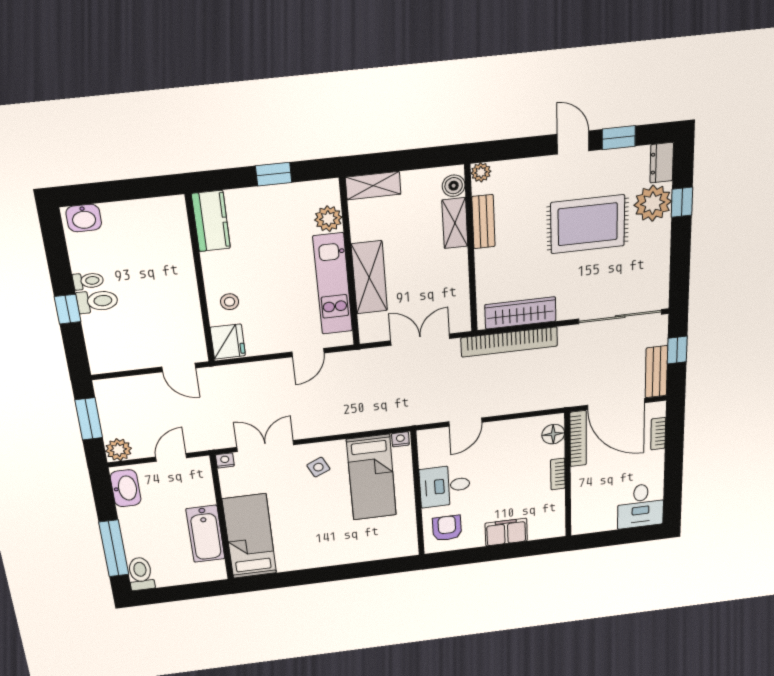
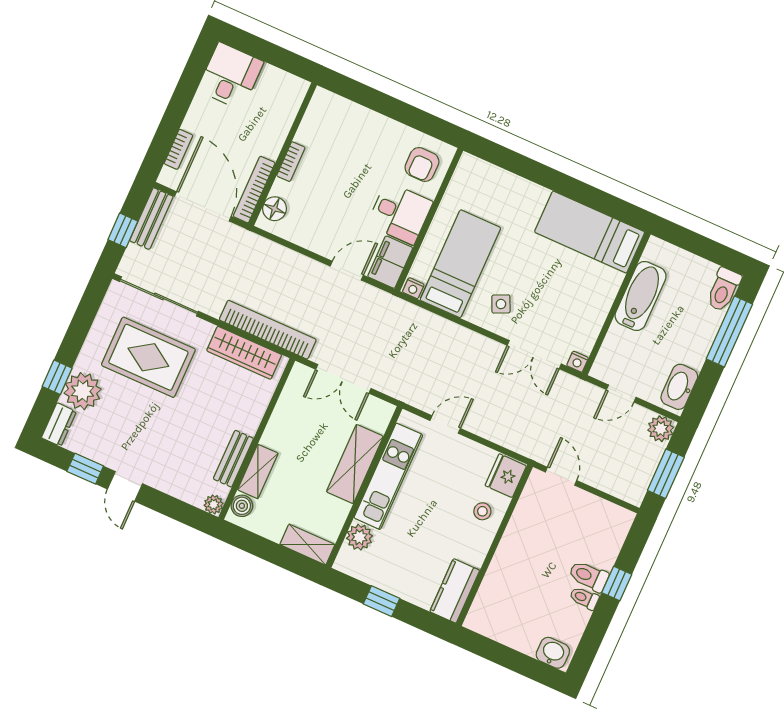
rug: (588, 224) -> (148, 357), moved
filing cabinet: (506, 532) -> (390, 262), moved, turned 90
bed: (249, 536) -> (590, 232), moved, turned 90

